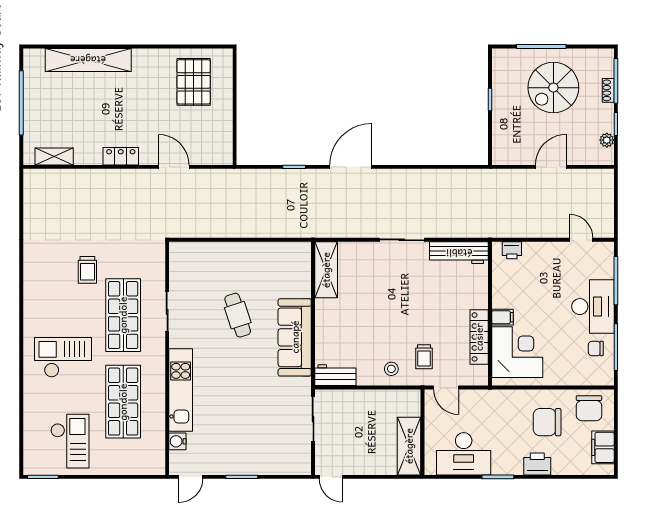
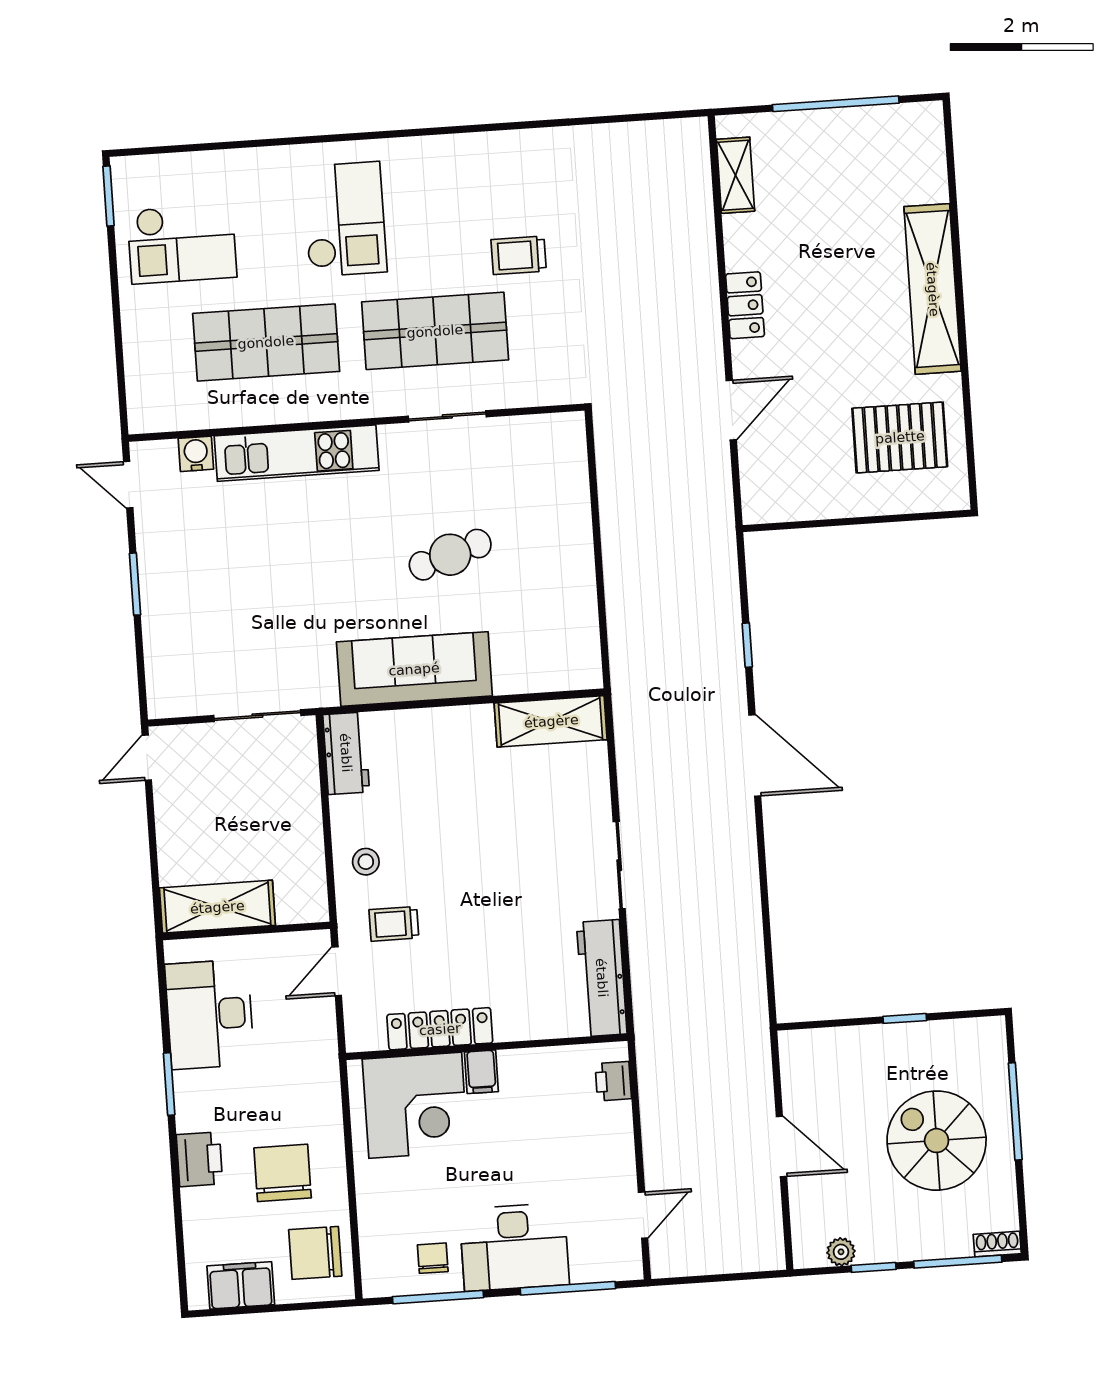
shelving: (88, 60) -> (933, 289), moved
shoe rack: (608, 90) -> (997, 1244), moved

